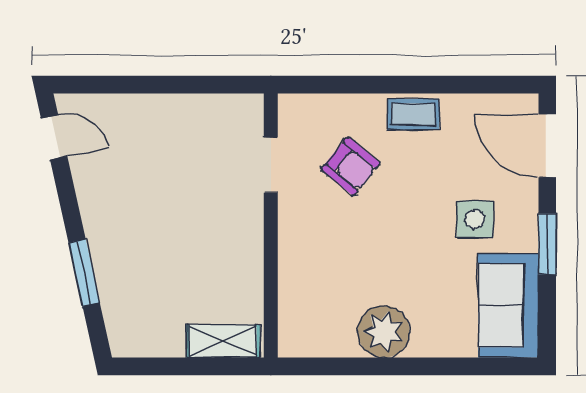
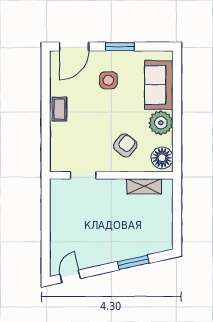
armchair: (351, 166) -> (125, 145), moved
sofa: (508, 305) -> (159, 85), moved, turned 90
floor lamp: (308, 334) -> (162, 158), added
shelving: (223, 341) -> (144, 186), moved, turned 90

